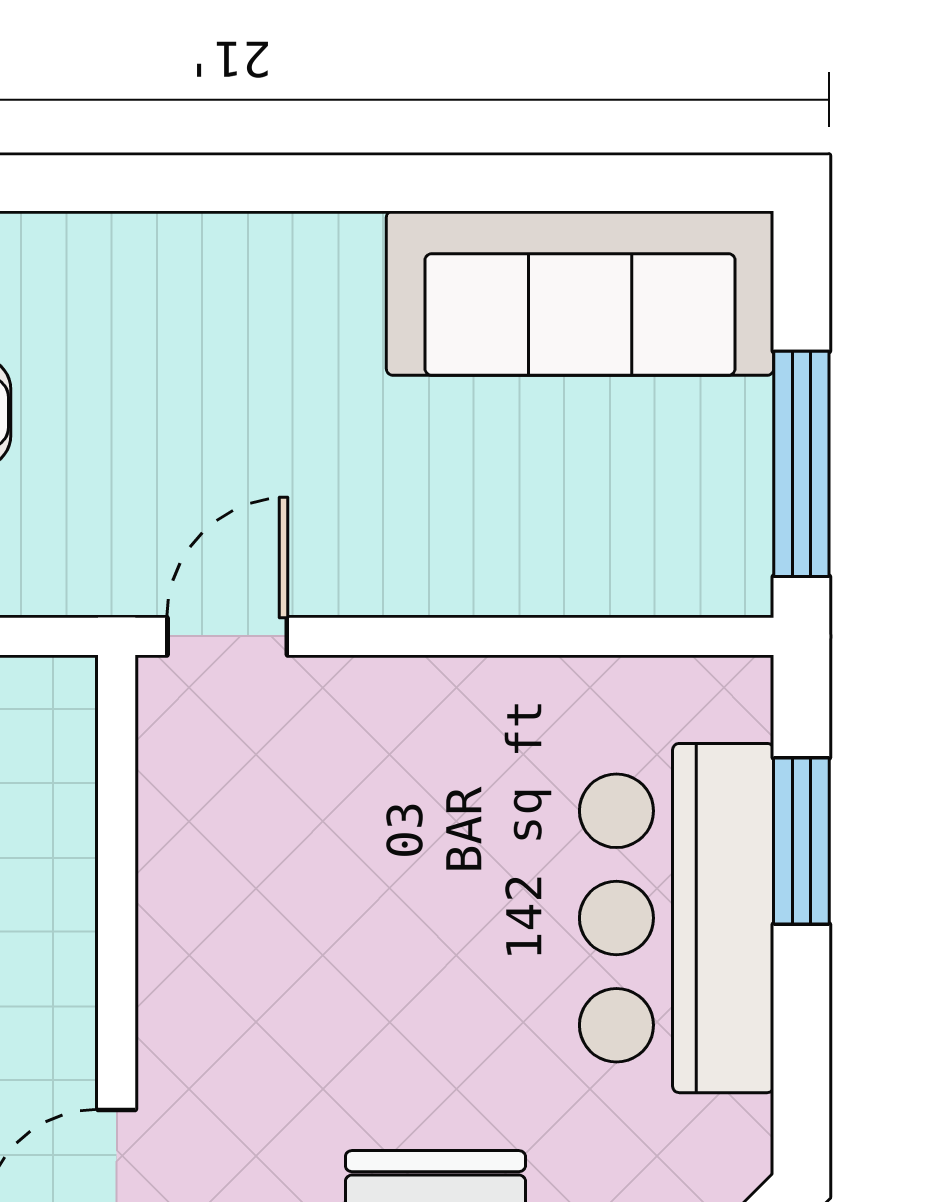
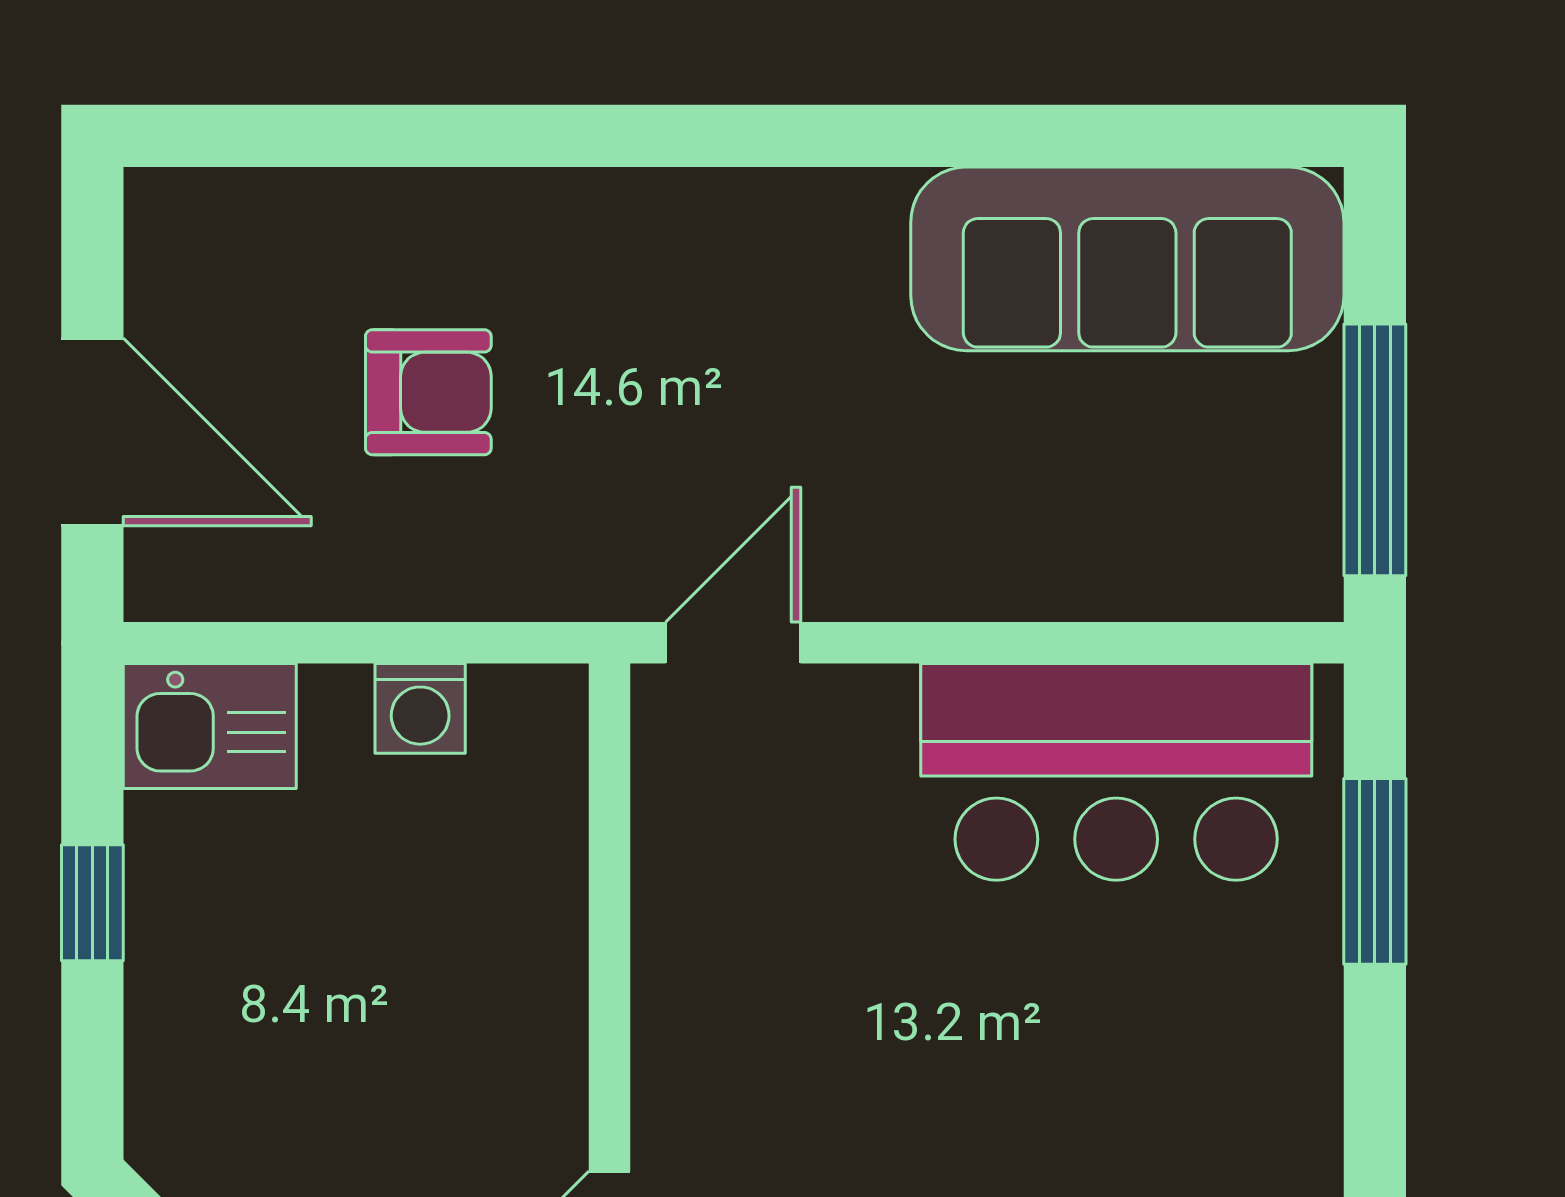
bar counter: (677, 918) -> (1116, 772), moved, turned -90

